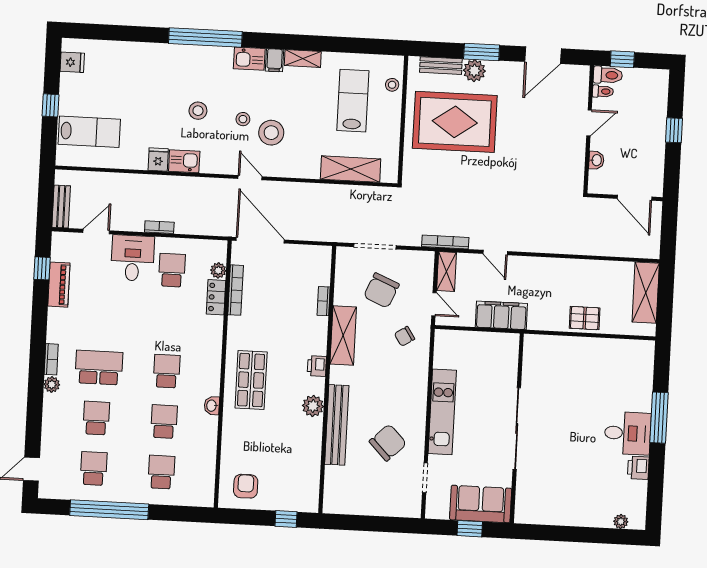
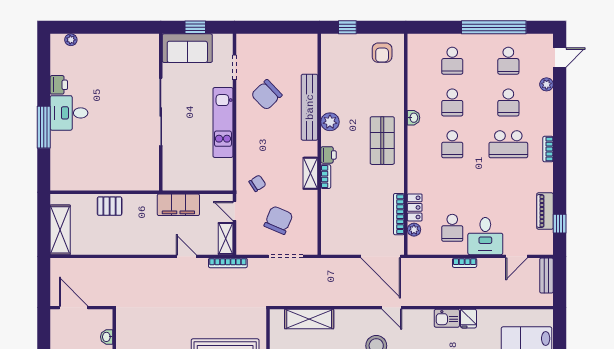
bookcase: (324, 301) -> (326, 177), moved
shelving: (343, 335) -> (310, 173), width x0.67, depth x0.75
plant: (52, 384) -> (547, 84), moved

